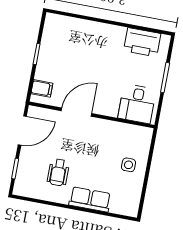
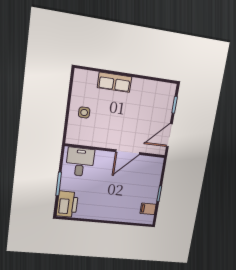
printer: (142, 42) -> (67, 204), moved, turned 90
filing cabinet: (42, 88) -> (148, 209), moved
wheelchair: (58, 172) -> (141, 103), removed

